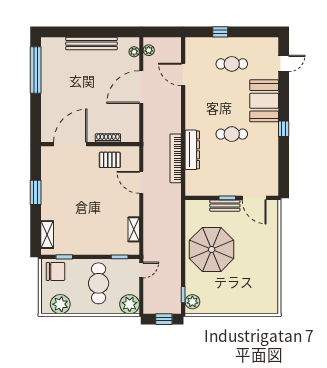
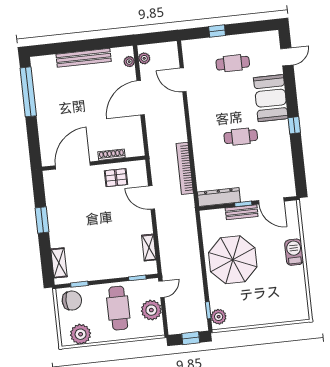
dresser: (192, 150) -> (219, 197), moved, turned -90
barbecue: (270, 249) -> (294, 252), added
plant: (130, 304) -> (151, 310), moved

